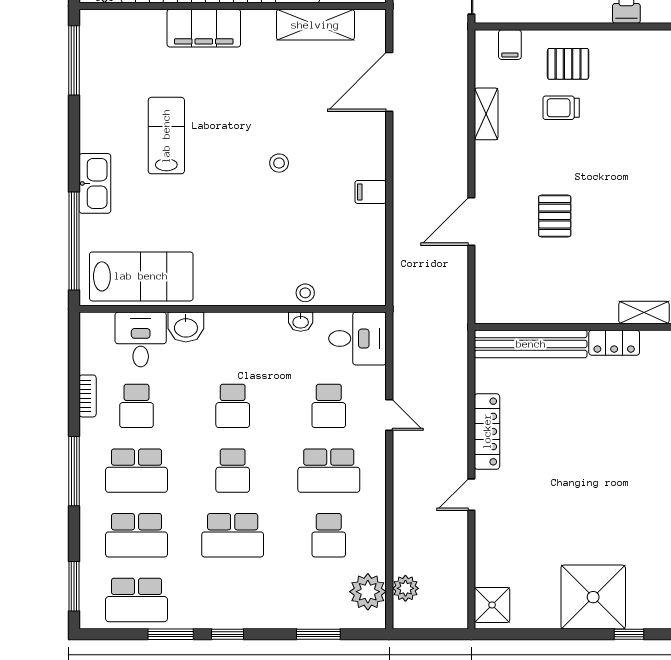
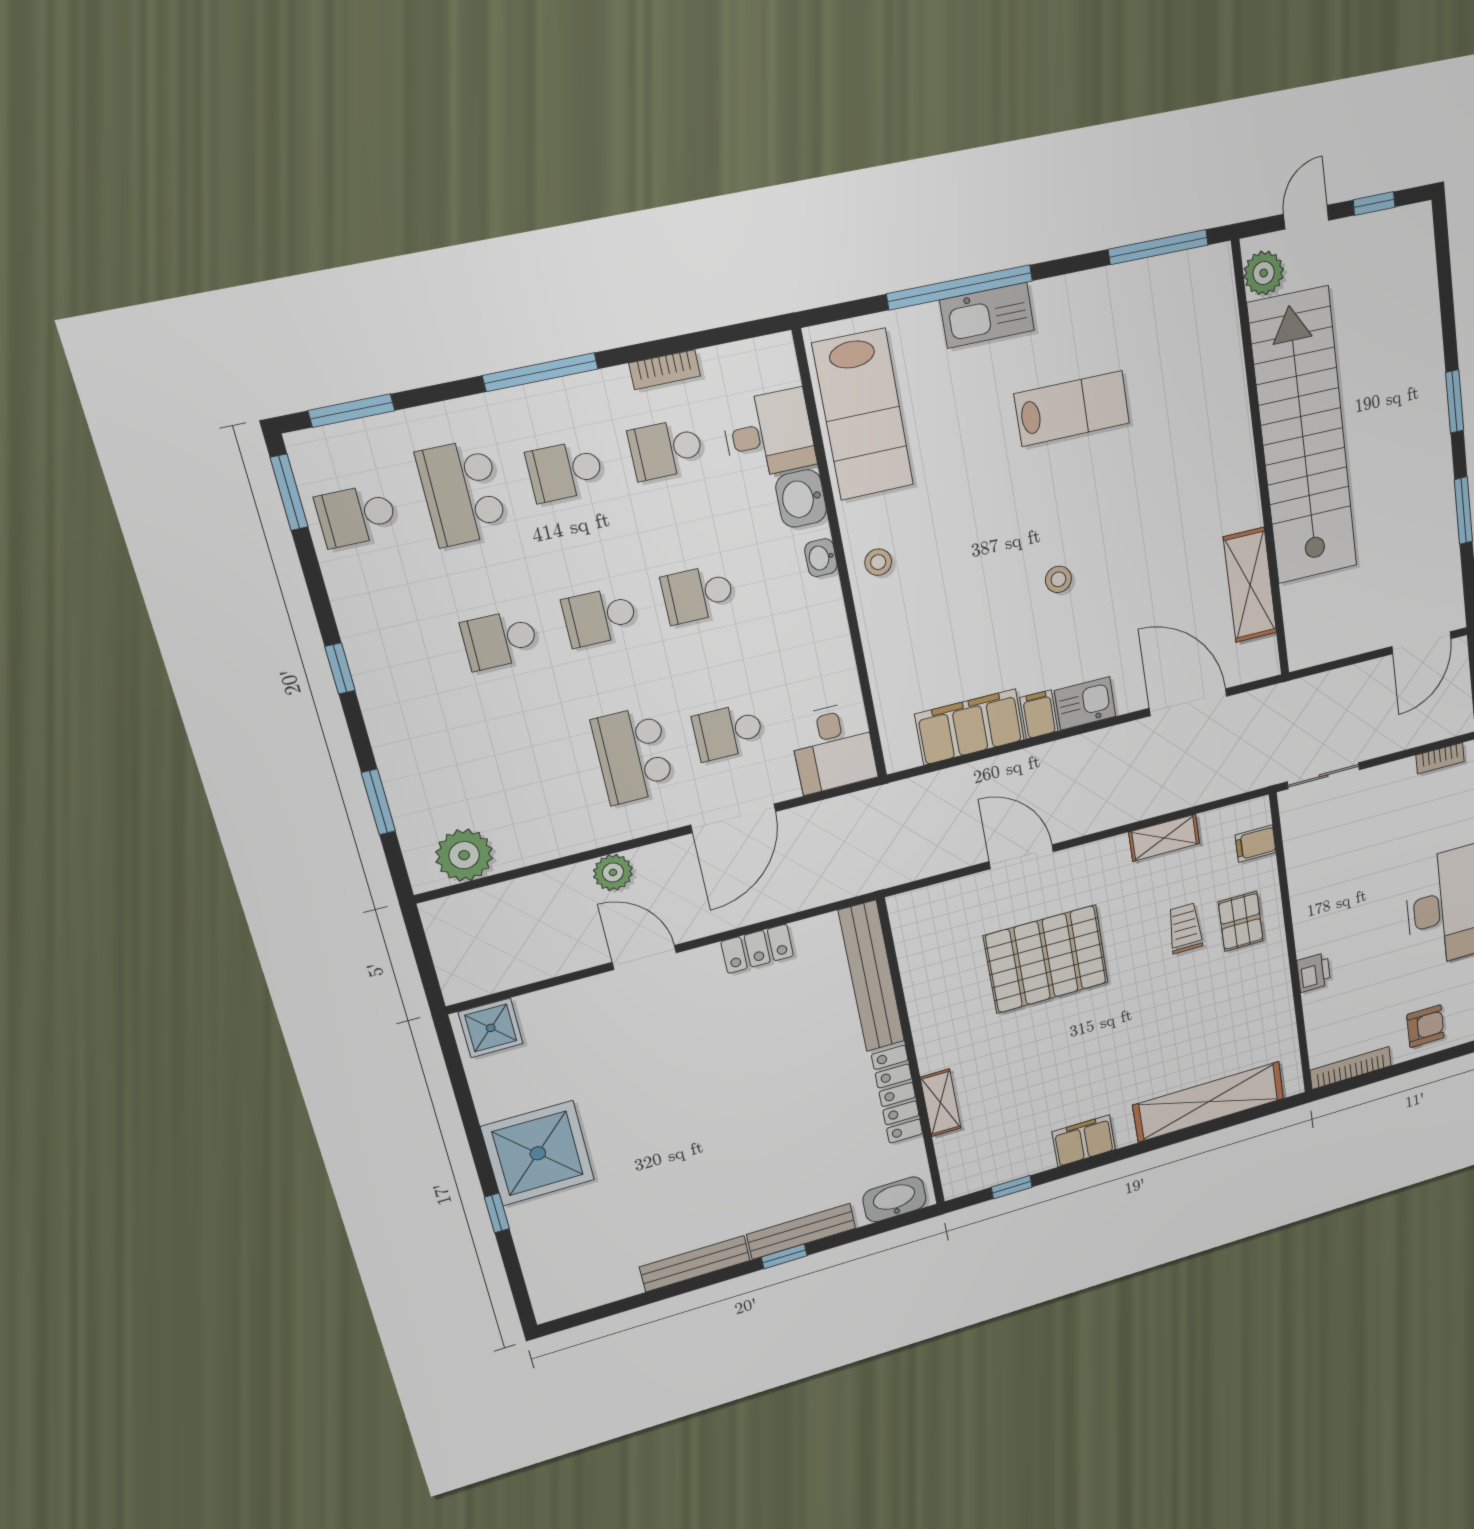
filing cabinet: (204, 28) -> (970, 727), moved, turned 90
kitchen sink: (371, 158) -> (1085, 703), added
pallet: (555, 216) -> (1046, 959), width x2.05, depth x2.00
window: (74, 241) -> (960, 287), moved
stool: (305, 293) -> (878, 562), moved
washbasin: (301, 322) -> (821, 558), moved
locker: (614, 343) -> (897, 1094), width x1.53
door: (389, 415) -> (733, 818), width x1.87
locker: (487, 431) -> (757, 949), width x0.66
school desk: (137, 471) -> (565, 471), width x0.54
door: (471, 495) -> (644, 958), width x1.38
school desk: (233, 535) -> (500, 640), width x0.54
school desk: (329, 535) -> (536, 779), removed
plant: (405, 588) -> (613, 872), moved
school desk: (137, 600) -> (356, 516), width x0.54
window: (171, 634) -> (289, 492), moved

